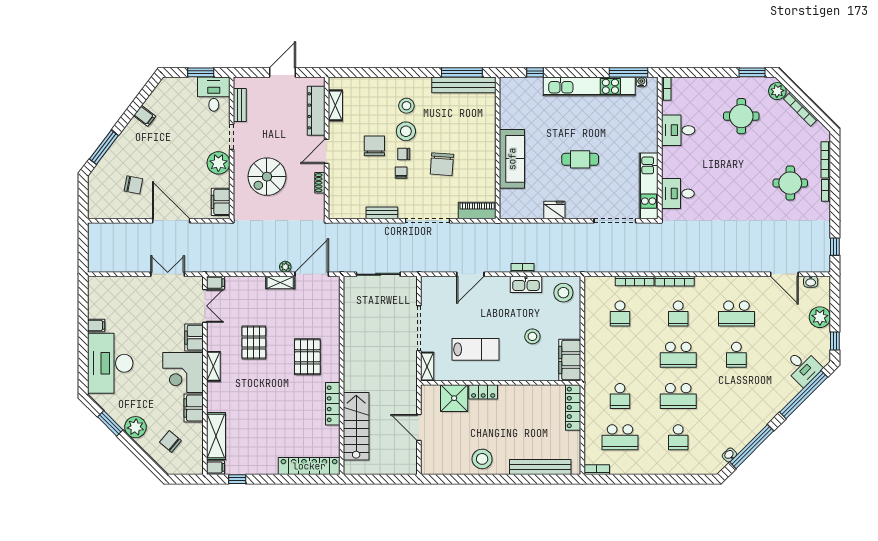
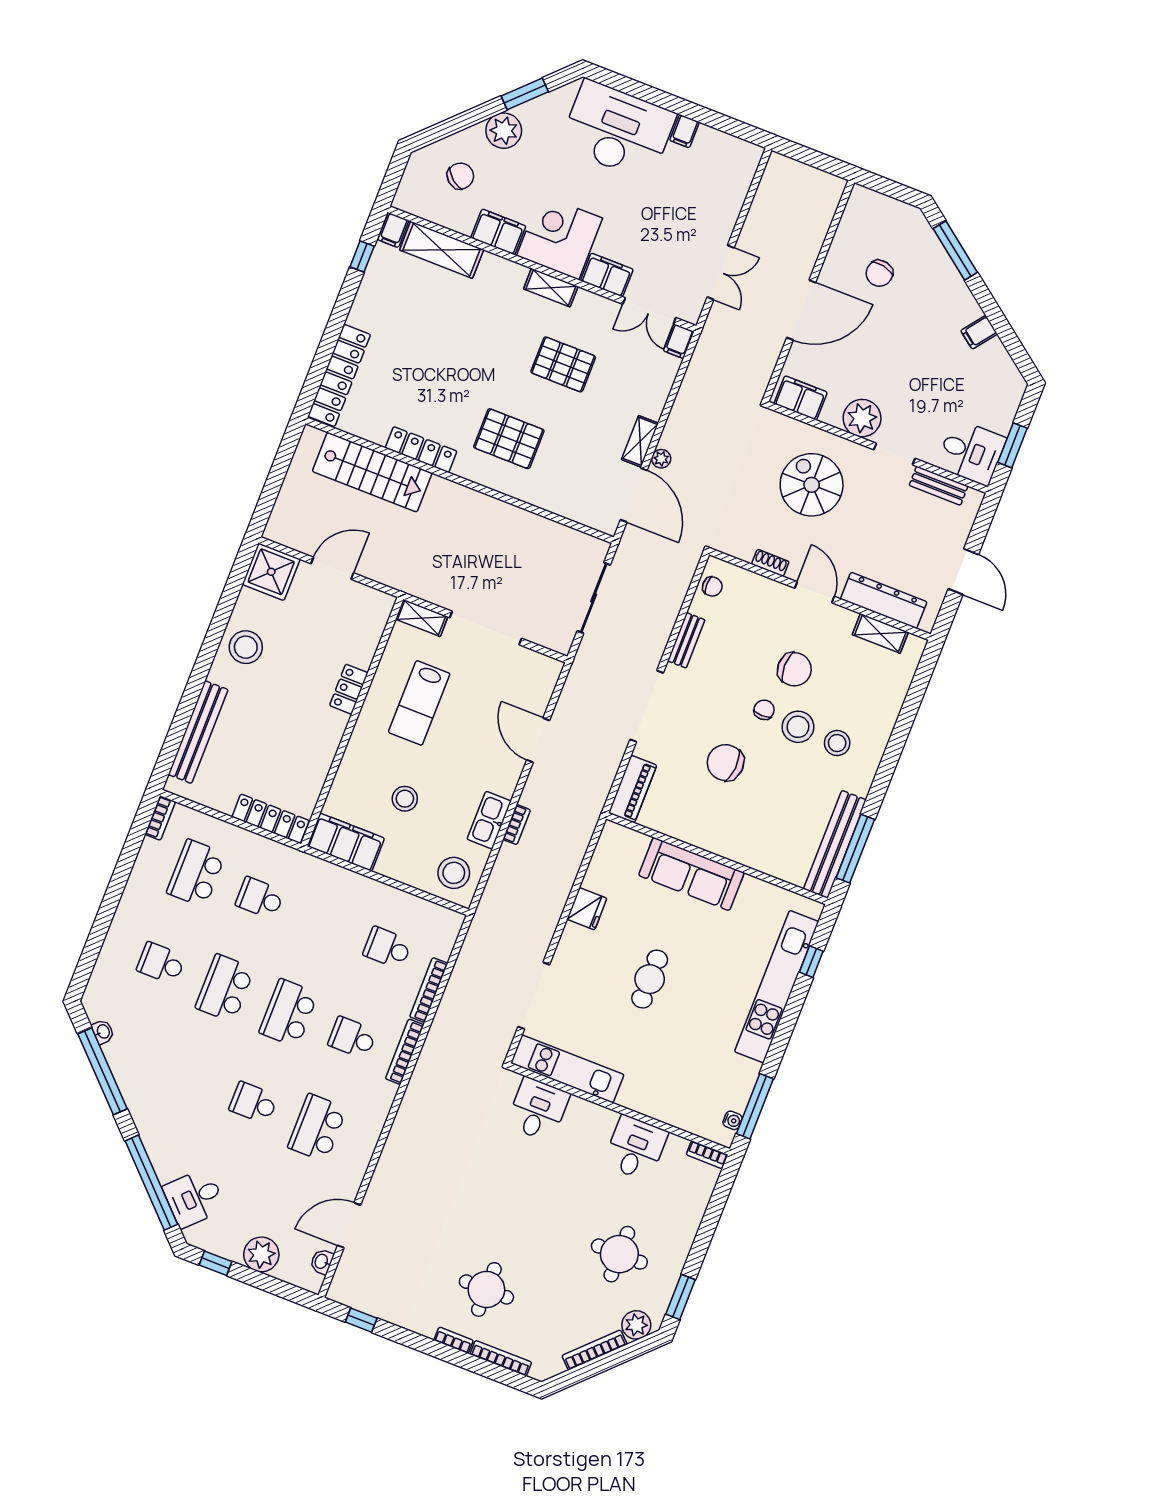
kitchen unit: (589, 86) -> (777, 987), moved
chair: (401, 173) -> (712, 587), moved
shower: (454, 398) -> (271, 572), moved

